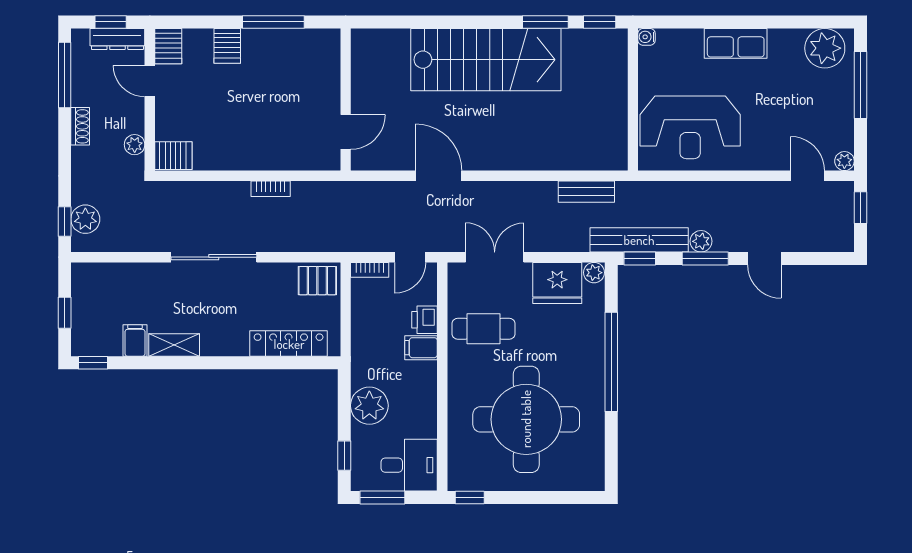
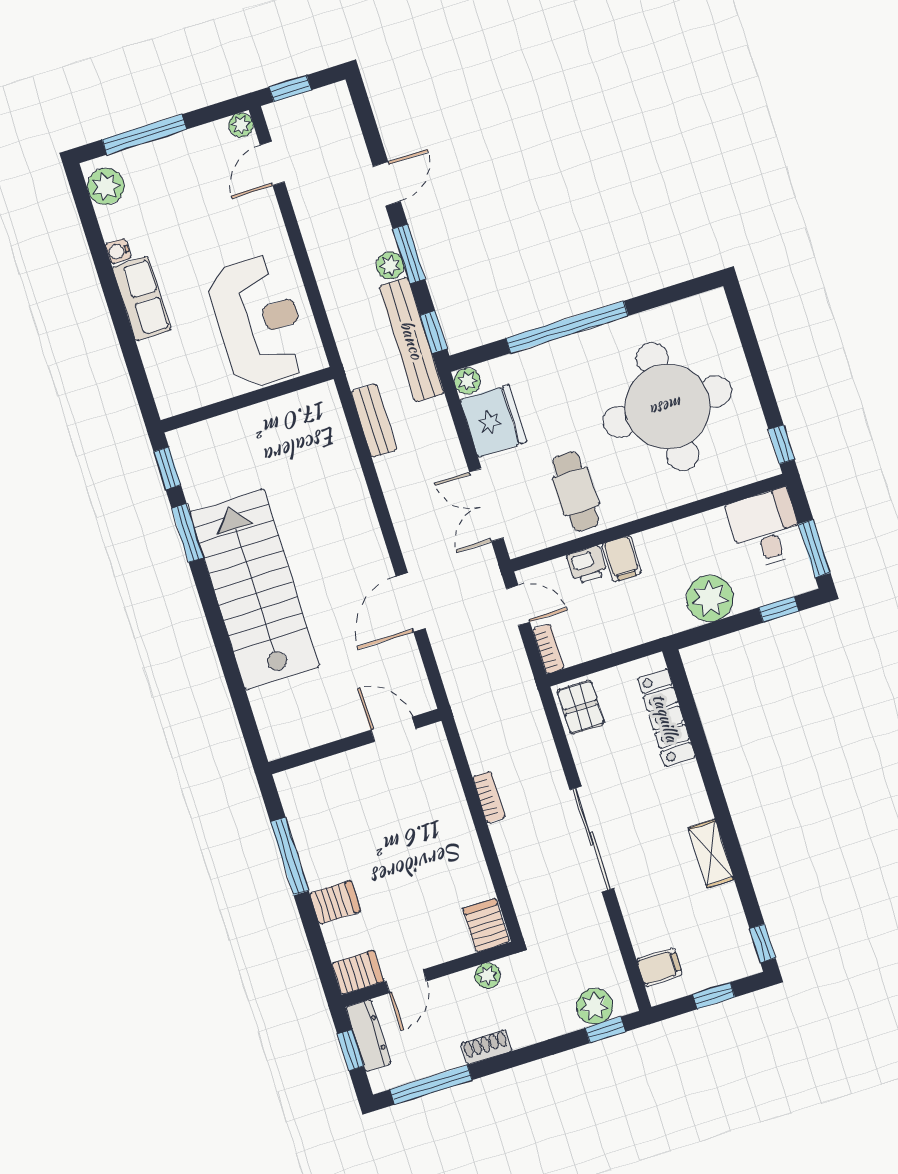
water cooler: (647, 37) -> (118, 251), moved, turned 90
plant: (825, 48) -> (106, 186), width x0.73, depth x0.73
filing cabinet: (135, 341) -> (659, 967), moved, turned 180

